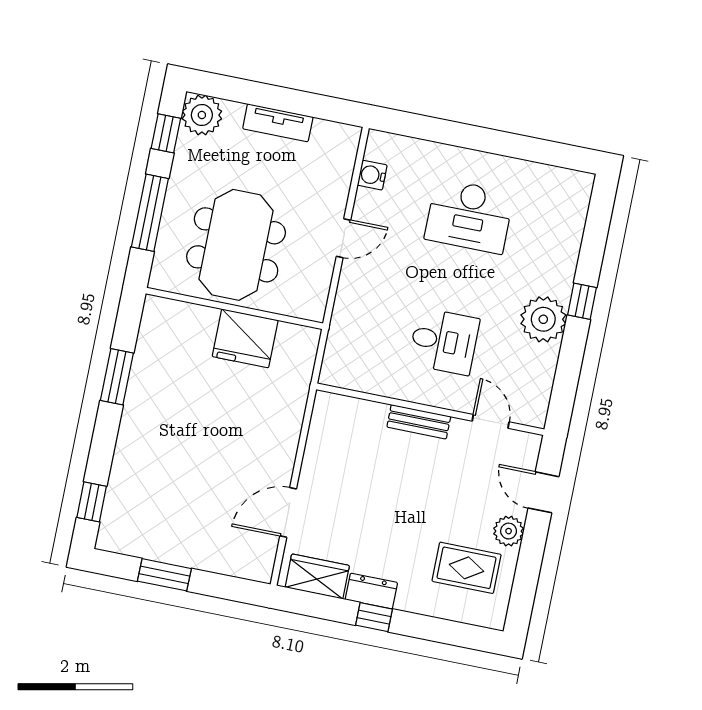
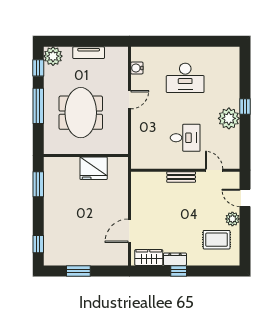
wall: (234, 308) -> (86, 155), moved
fridge: (245, 338) -> (94, 168), moved

